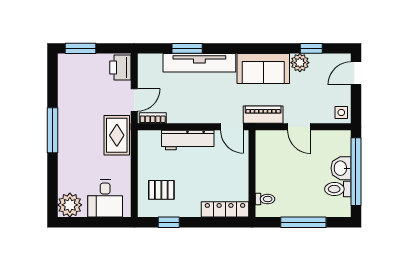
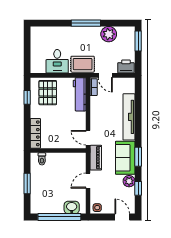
window: (187, 48) -> (138, 157), moved
door: (232, 127) -> (88, 138), hinge flipped
workbench: (188, 140) -> (80, 94), moved
washbasin: (341, 168) -> (72, 207), moved
toilet: (338, 189) -> (48, 205), removed
pallet: (161, 190) -> (48, 93), width x1.50, depth x1.42
desk: (105, 199) -> (57, 61), moved, turned -90
plant: (70, 205) -> (109, 34), moved
window: (303, 222) -> (27, 183), width x0.69

